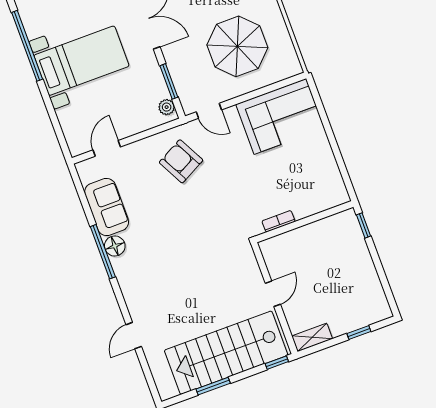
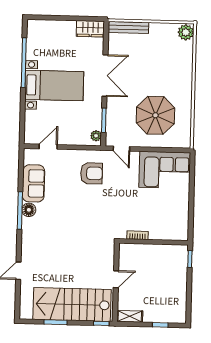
armchair: (181, 161) -> (91, 173), turned 118

